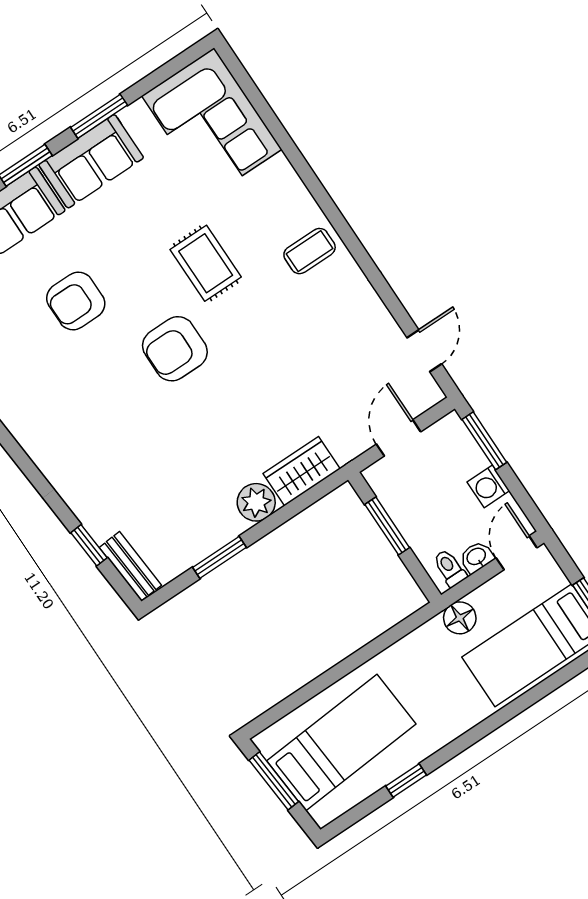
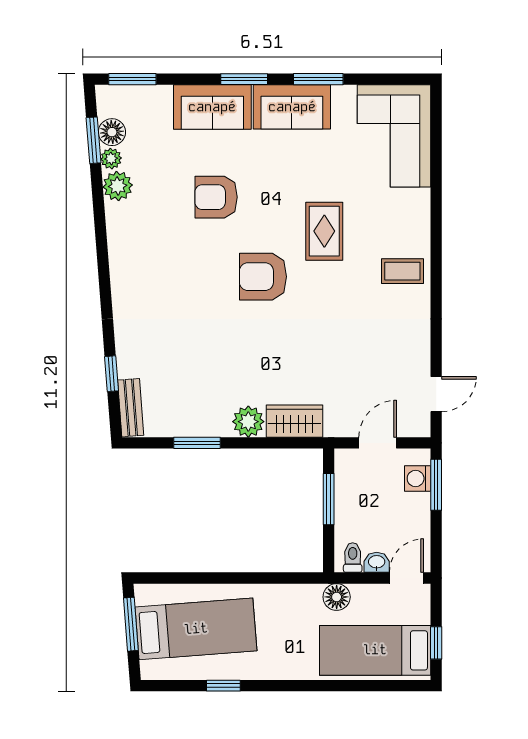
washing machine: (488, 486) -> (418, 479), moved

